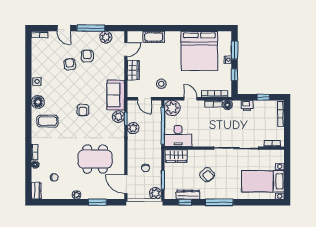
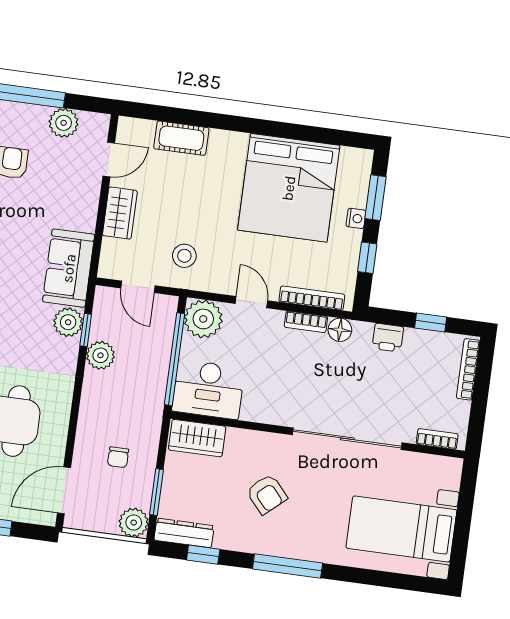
door: (126, 184) -> (64, 490), hinge flipped
dresser: (188, 195) -> (184, 533), moved

